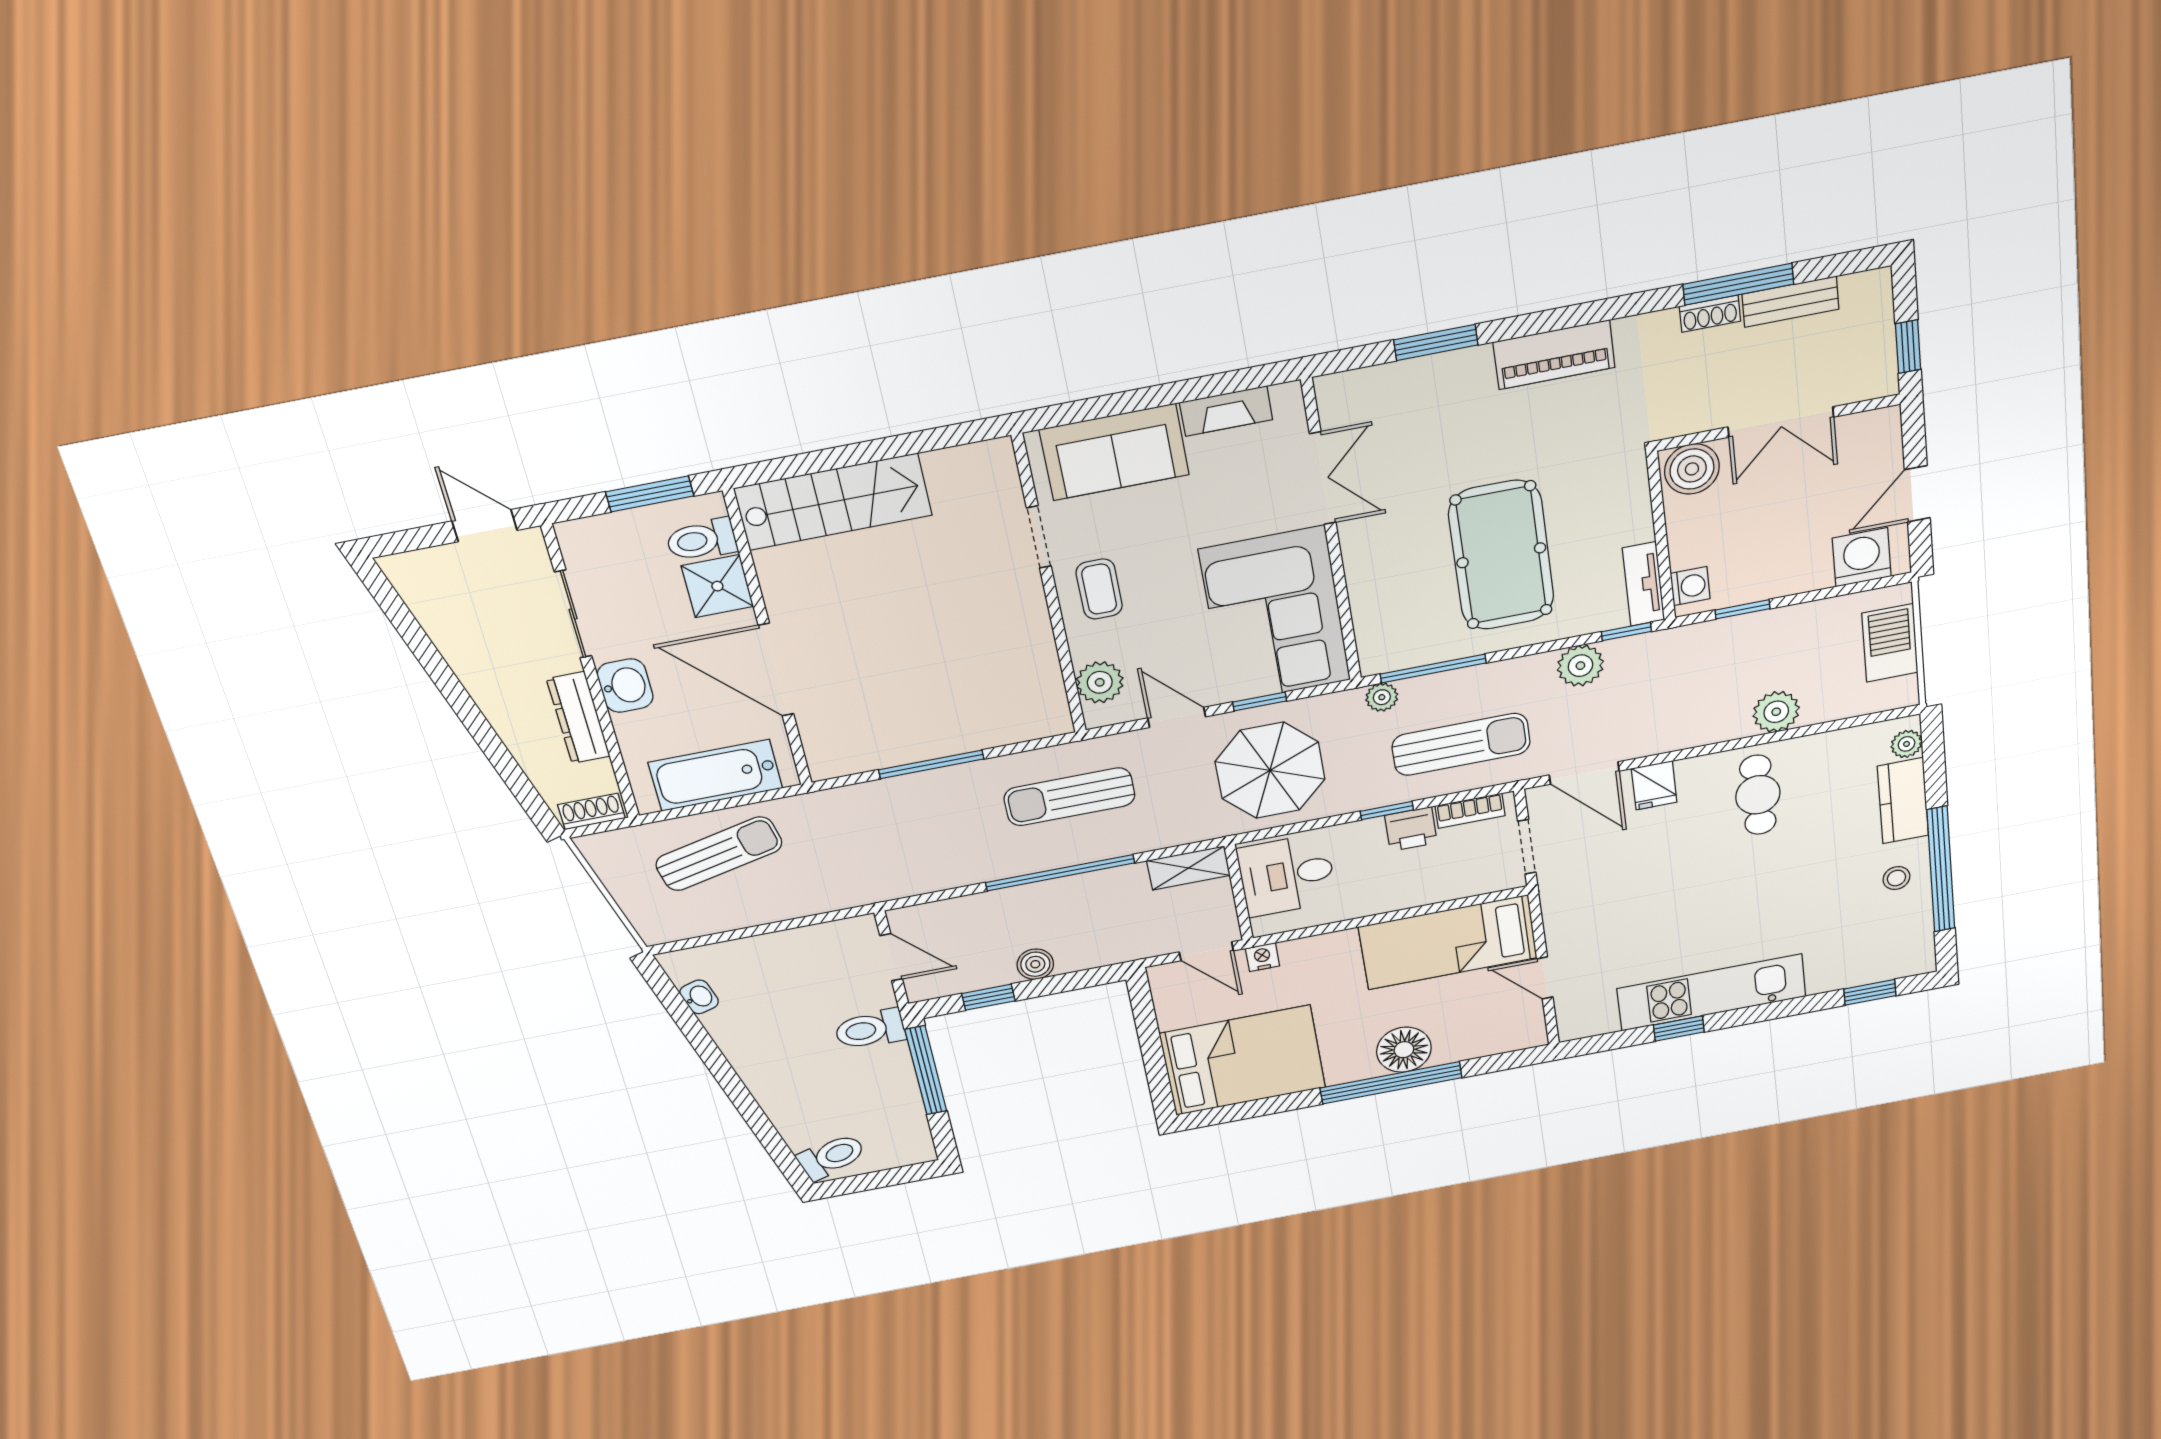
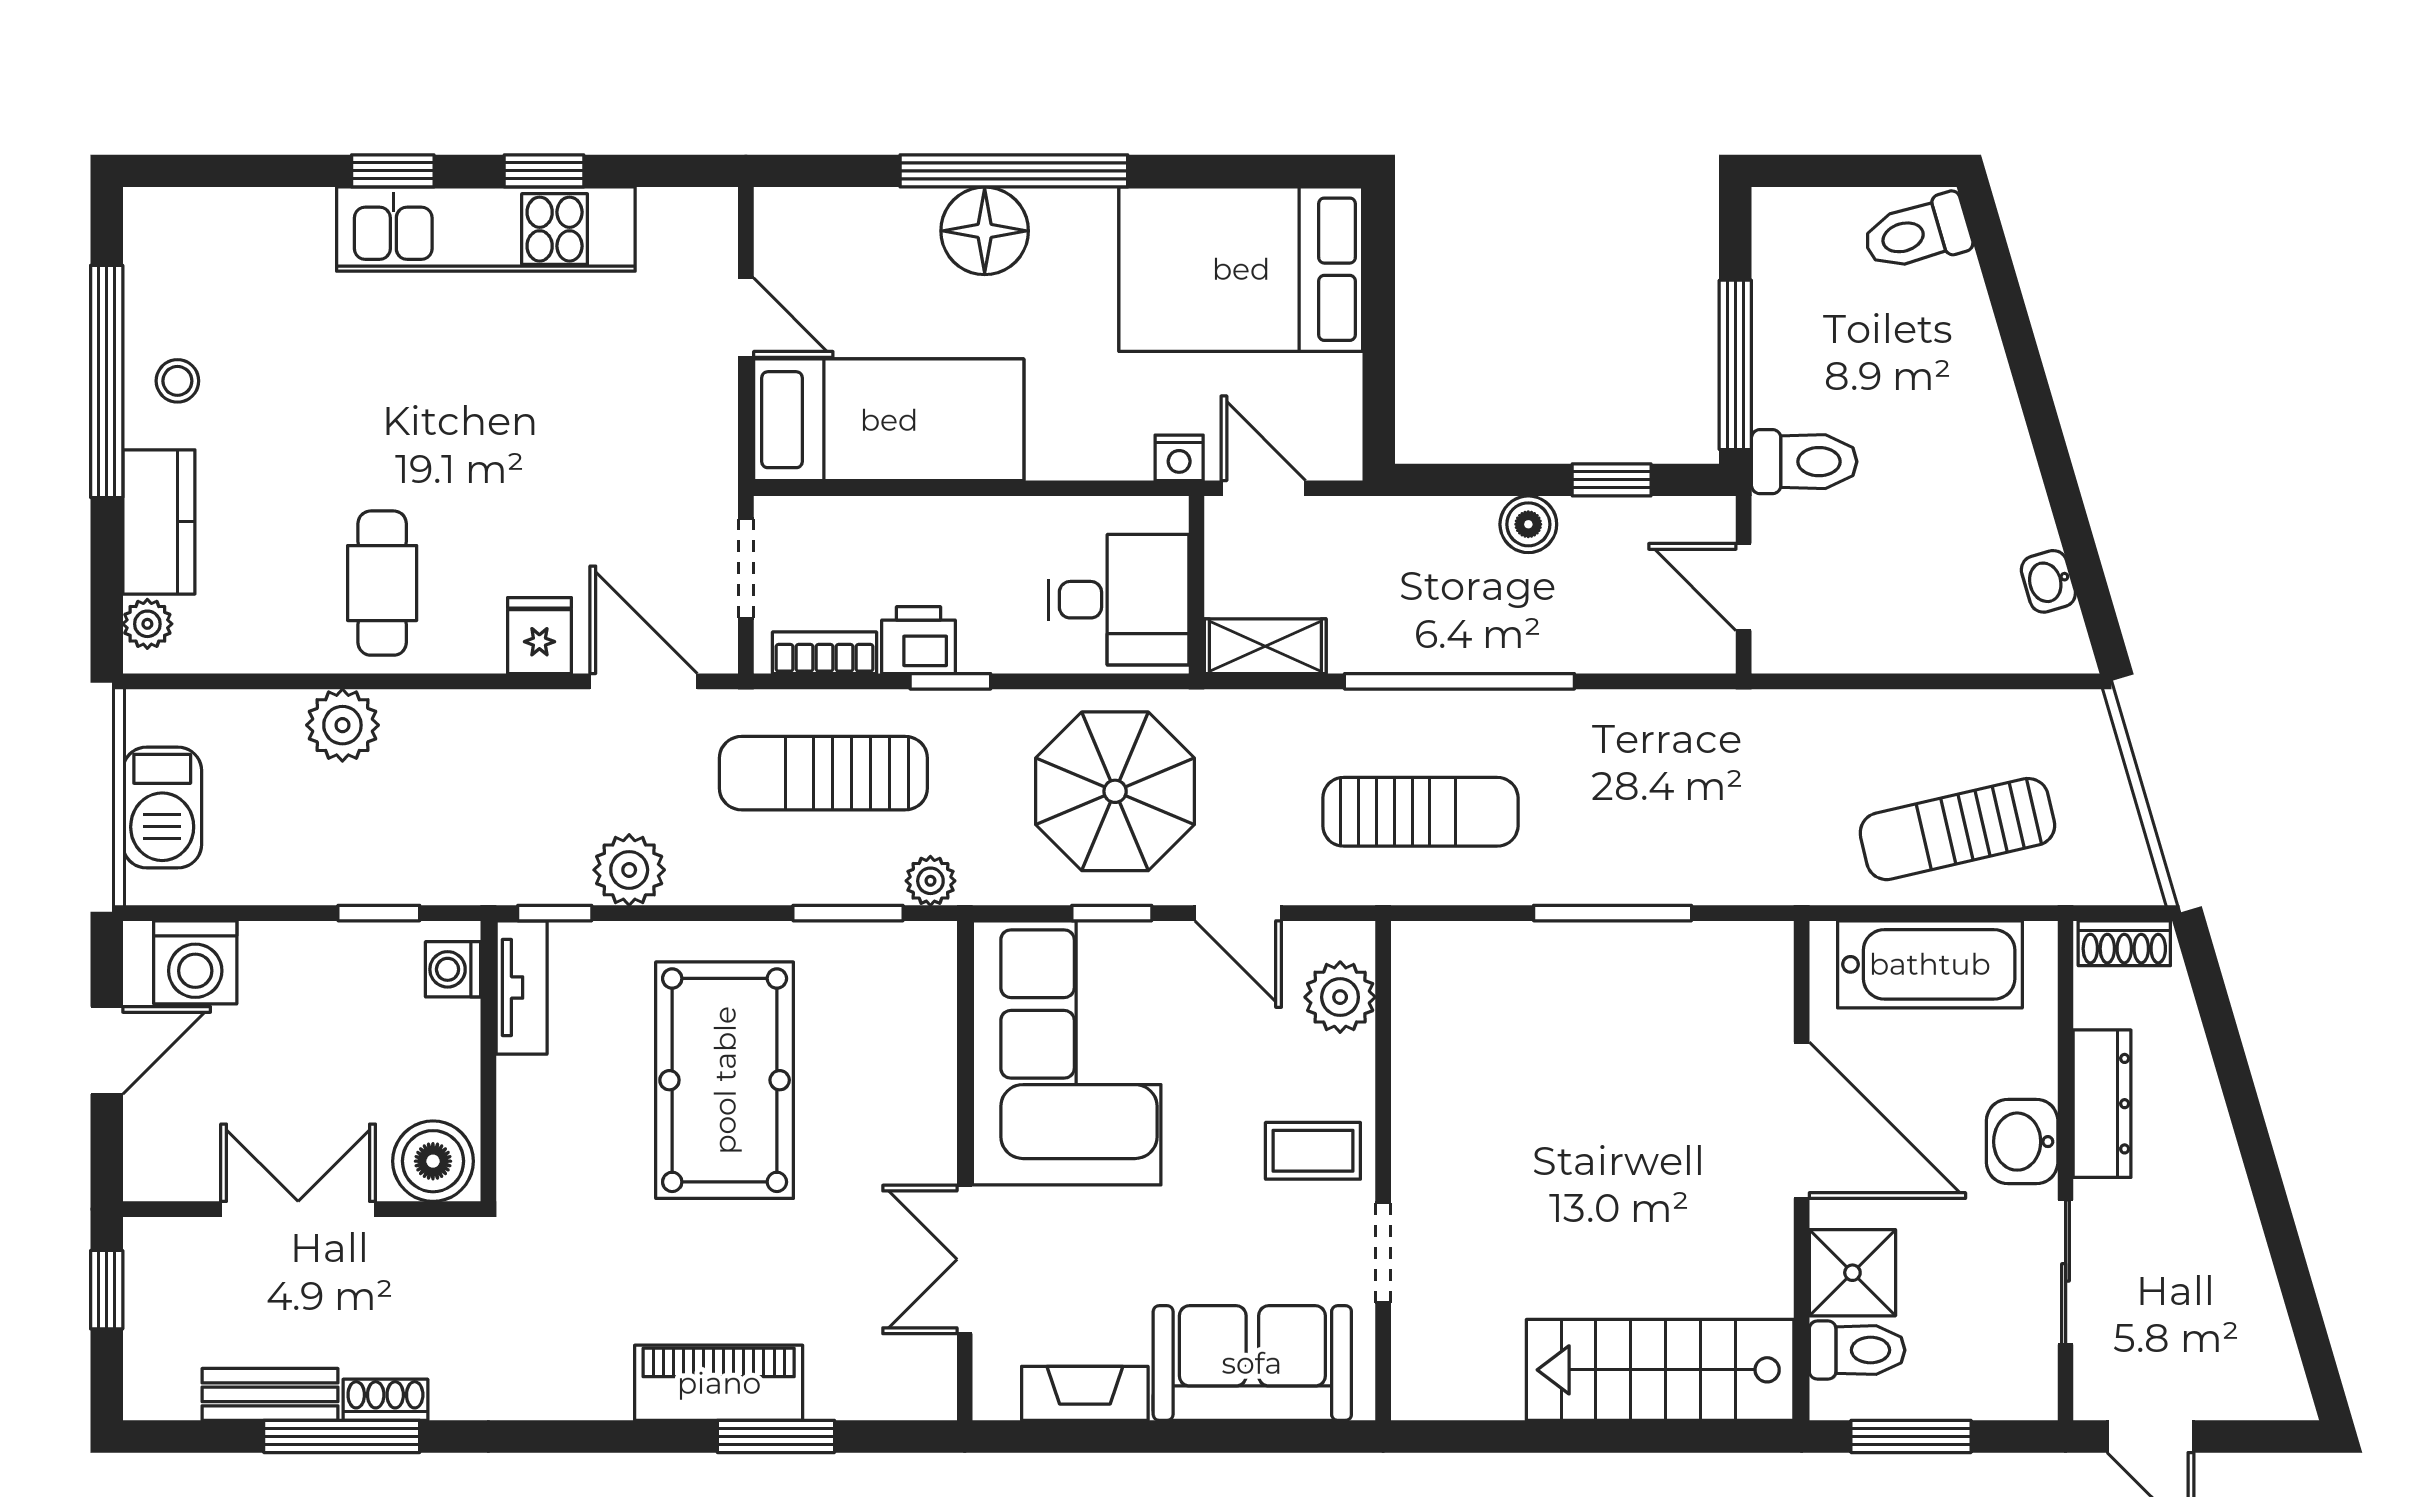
piano: (1554, 355) -> (719, 1383), moved
coffee table: (1099, 589) -> (1313, 1151), turned 90
window: (1433, 668) -> (848, 913), width x0.69
window: (1870, 992) -> (393, 171), moved

